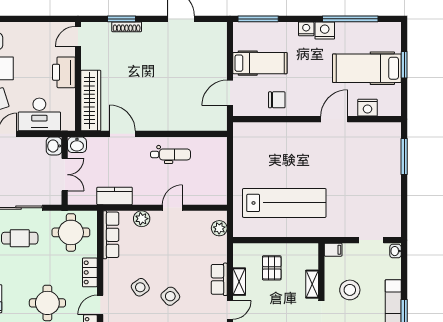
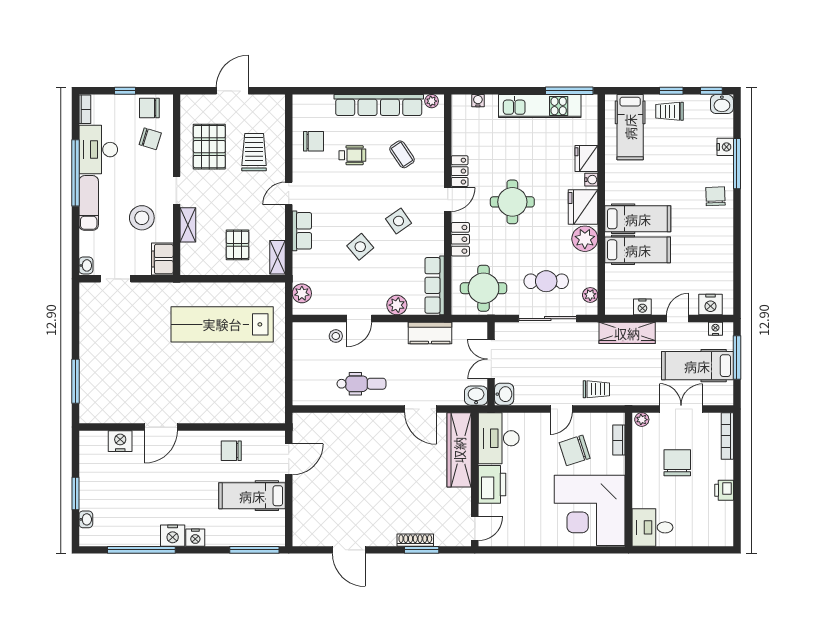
washbasin: (396, 44) -> (86, 519), added
hospital bed: (367, 68) -> (121, 489), removed
desk: (39, 114) -> (499, 438), moved, turned -90
dental chair: (171, 154) -> (361, 384), turned 180
stool: (191, 193) -> (336, 336), added
filing cabinet: (333, 250) -> (162, 259), width x2.00
shelving: (239, 282) -> (277, 257), moved
side table: (170, 296) -> (360, 247), moved

